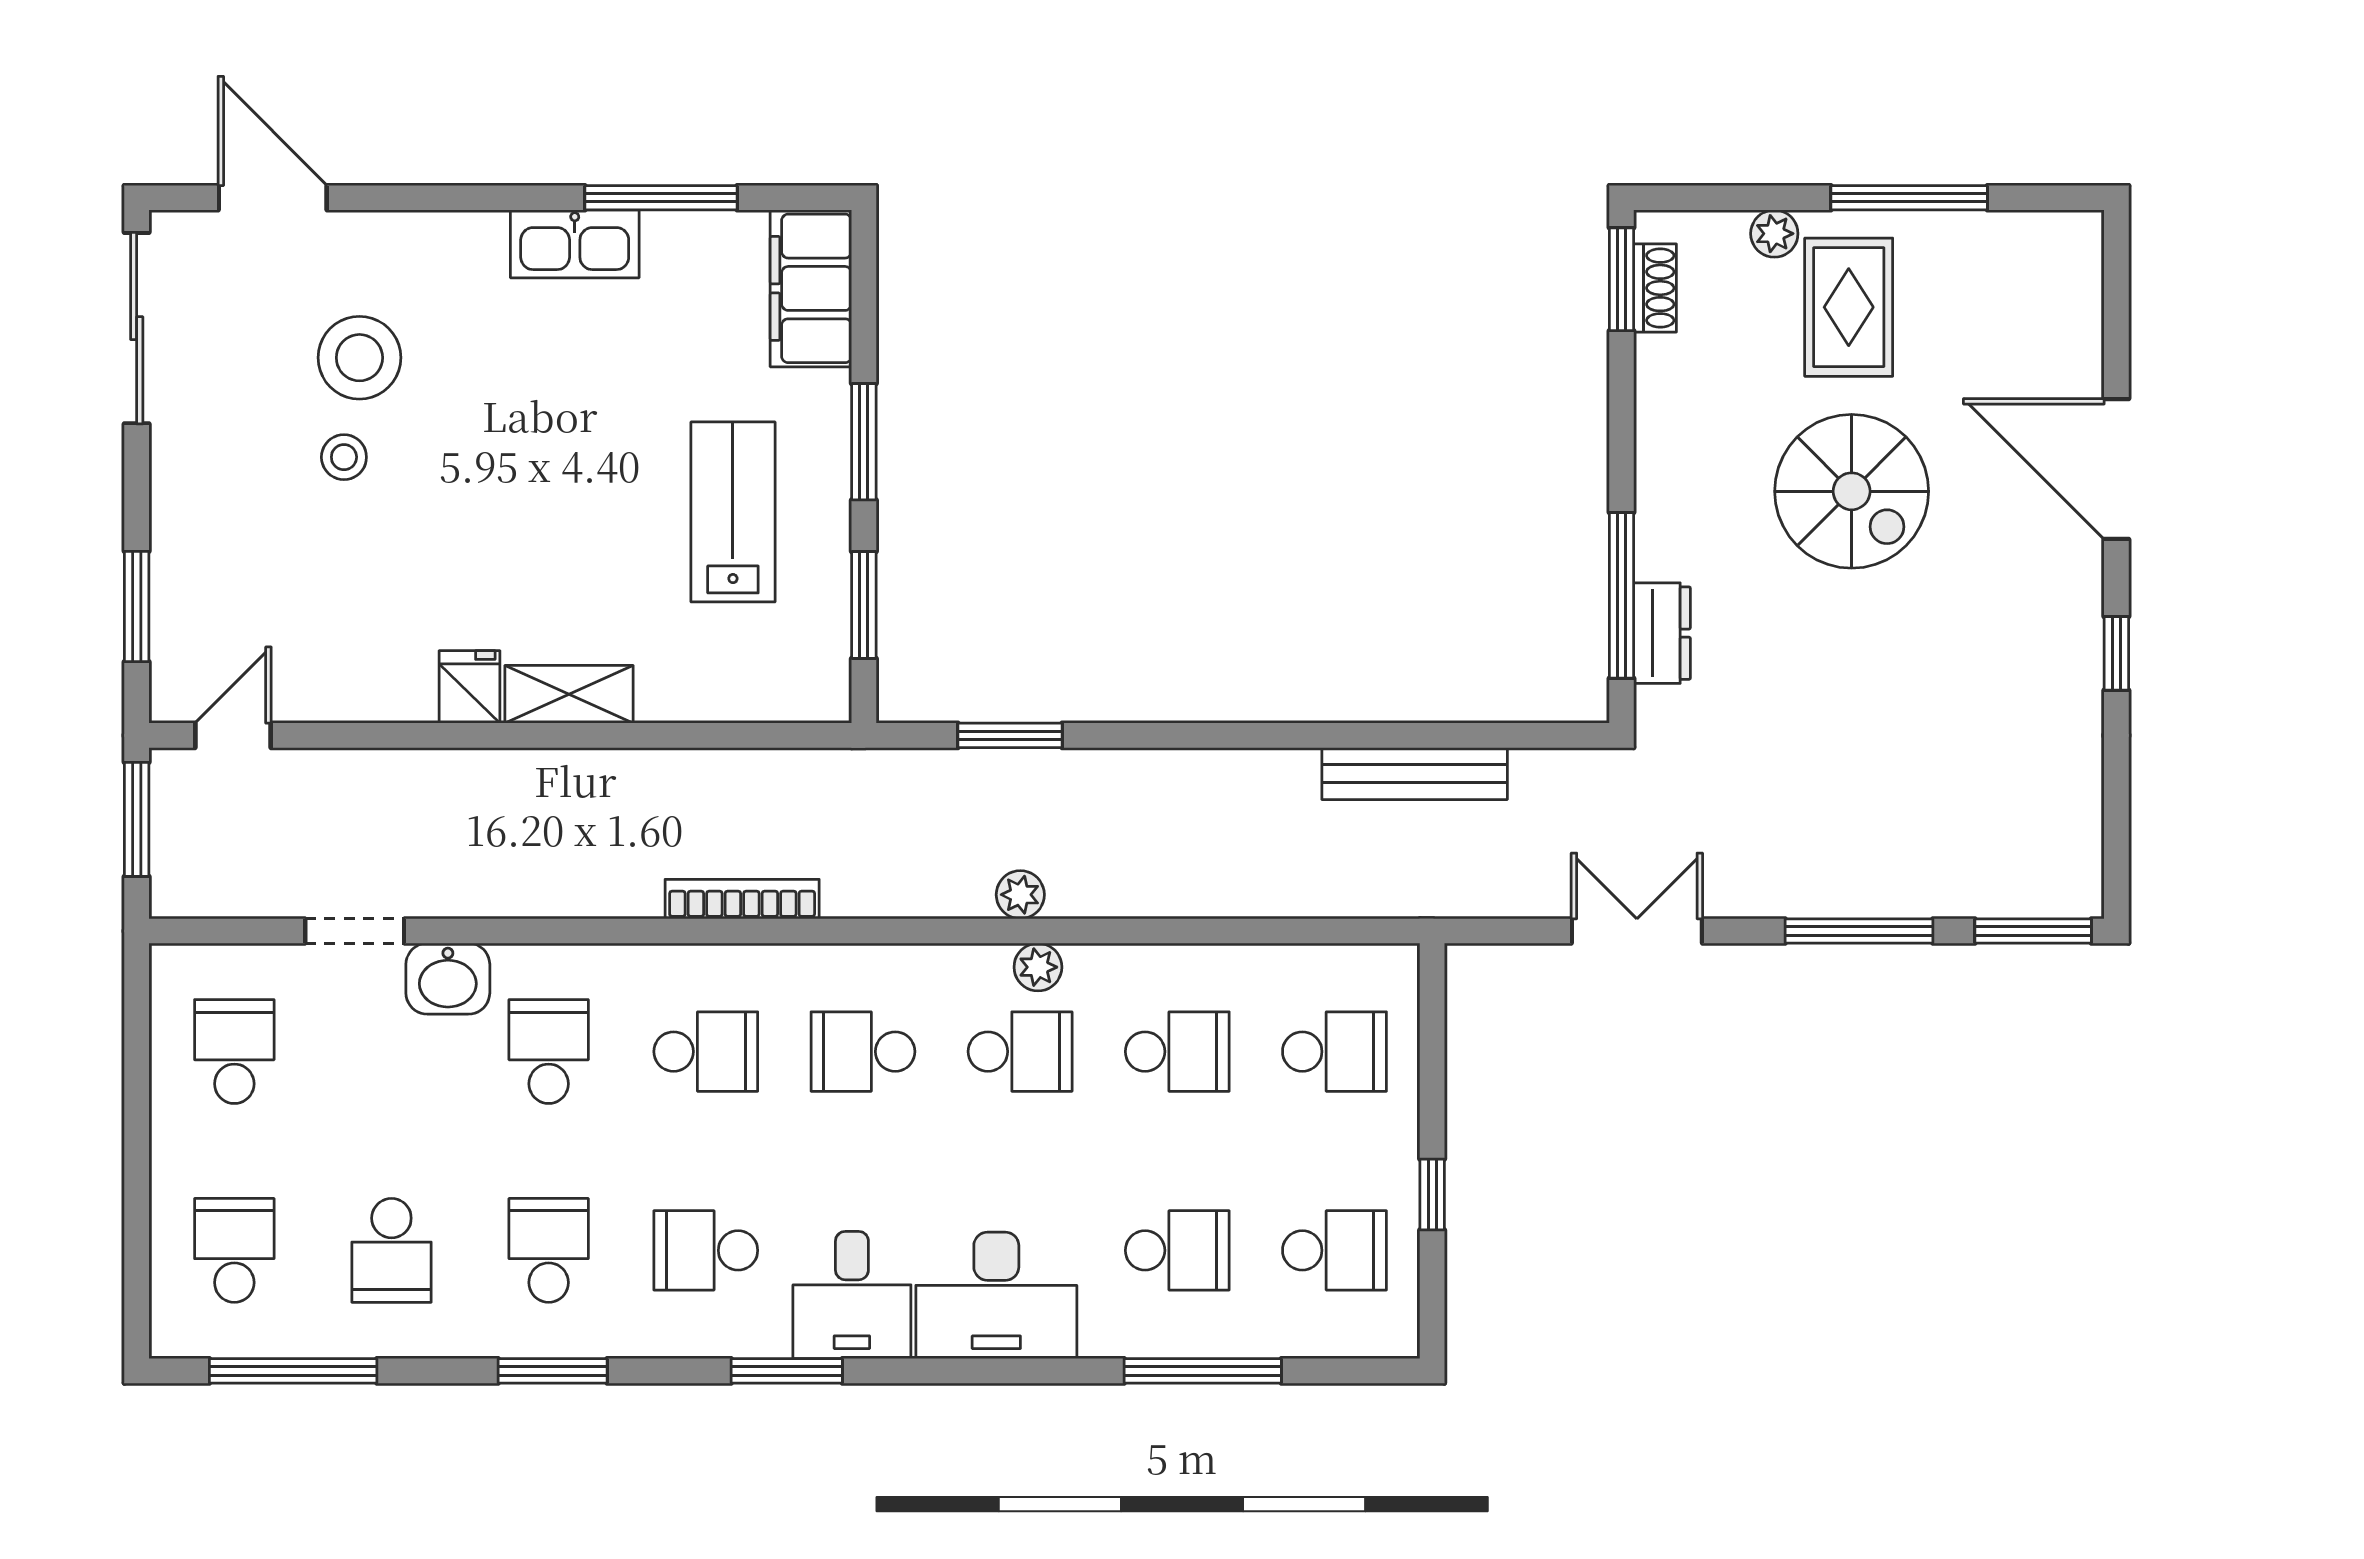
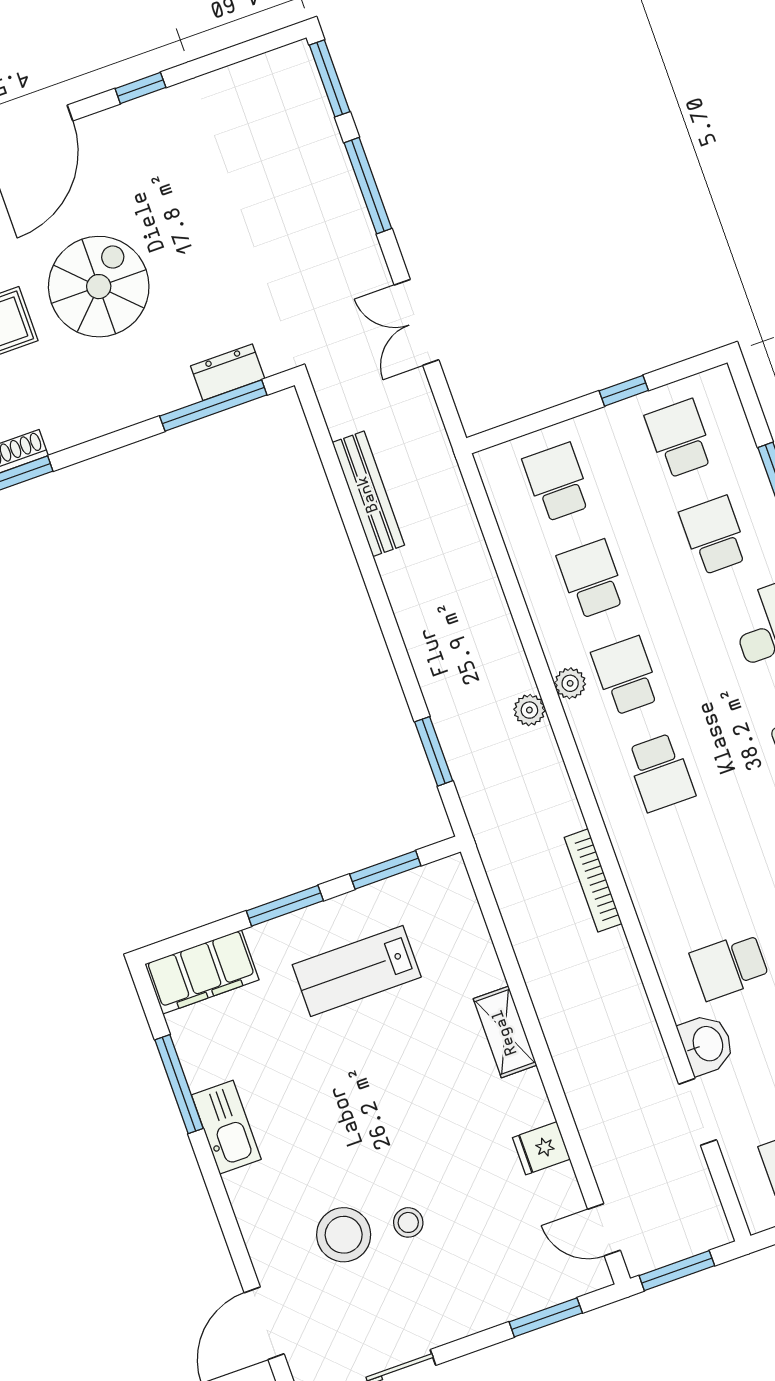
fridge: (469, 687) -> (541, 1148), moved
school desk: (706, 1052) -> (695, 869), removed

